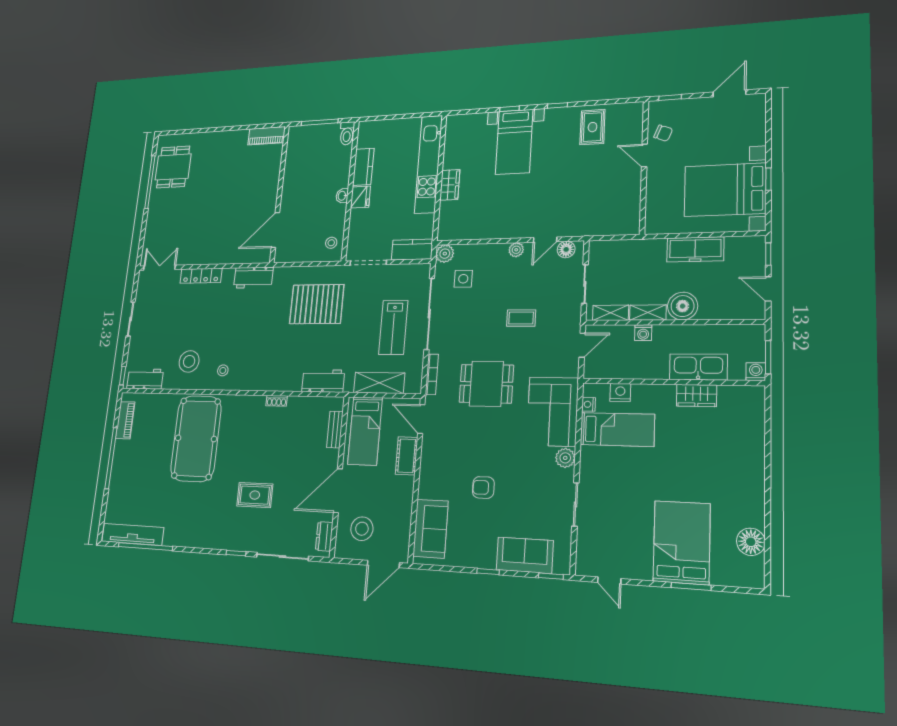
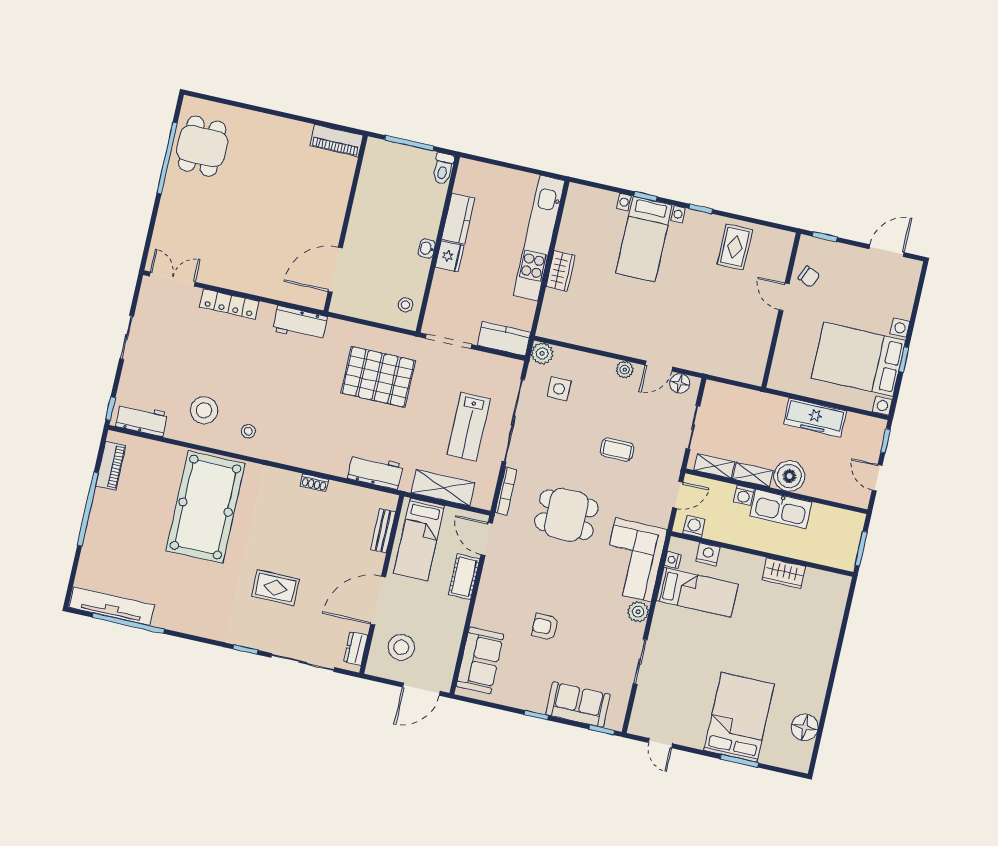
kitchen sink: (698, 367) -> (781, 509), moved, turned 180
washing machine: (756, 372) -> (694, 526), moved

